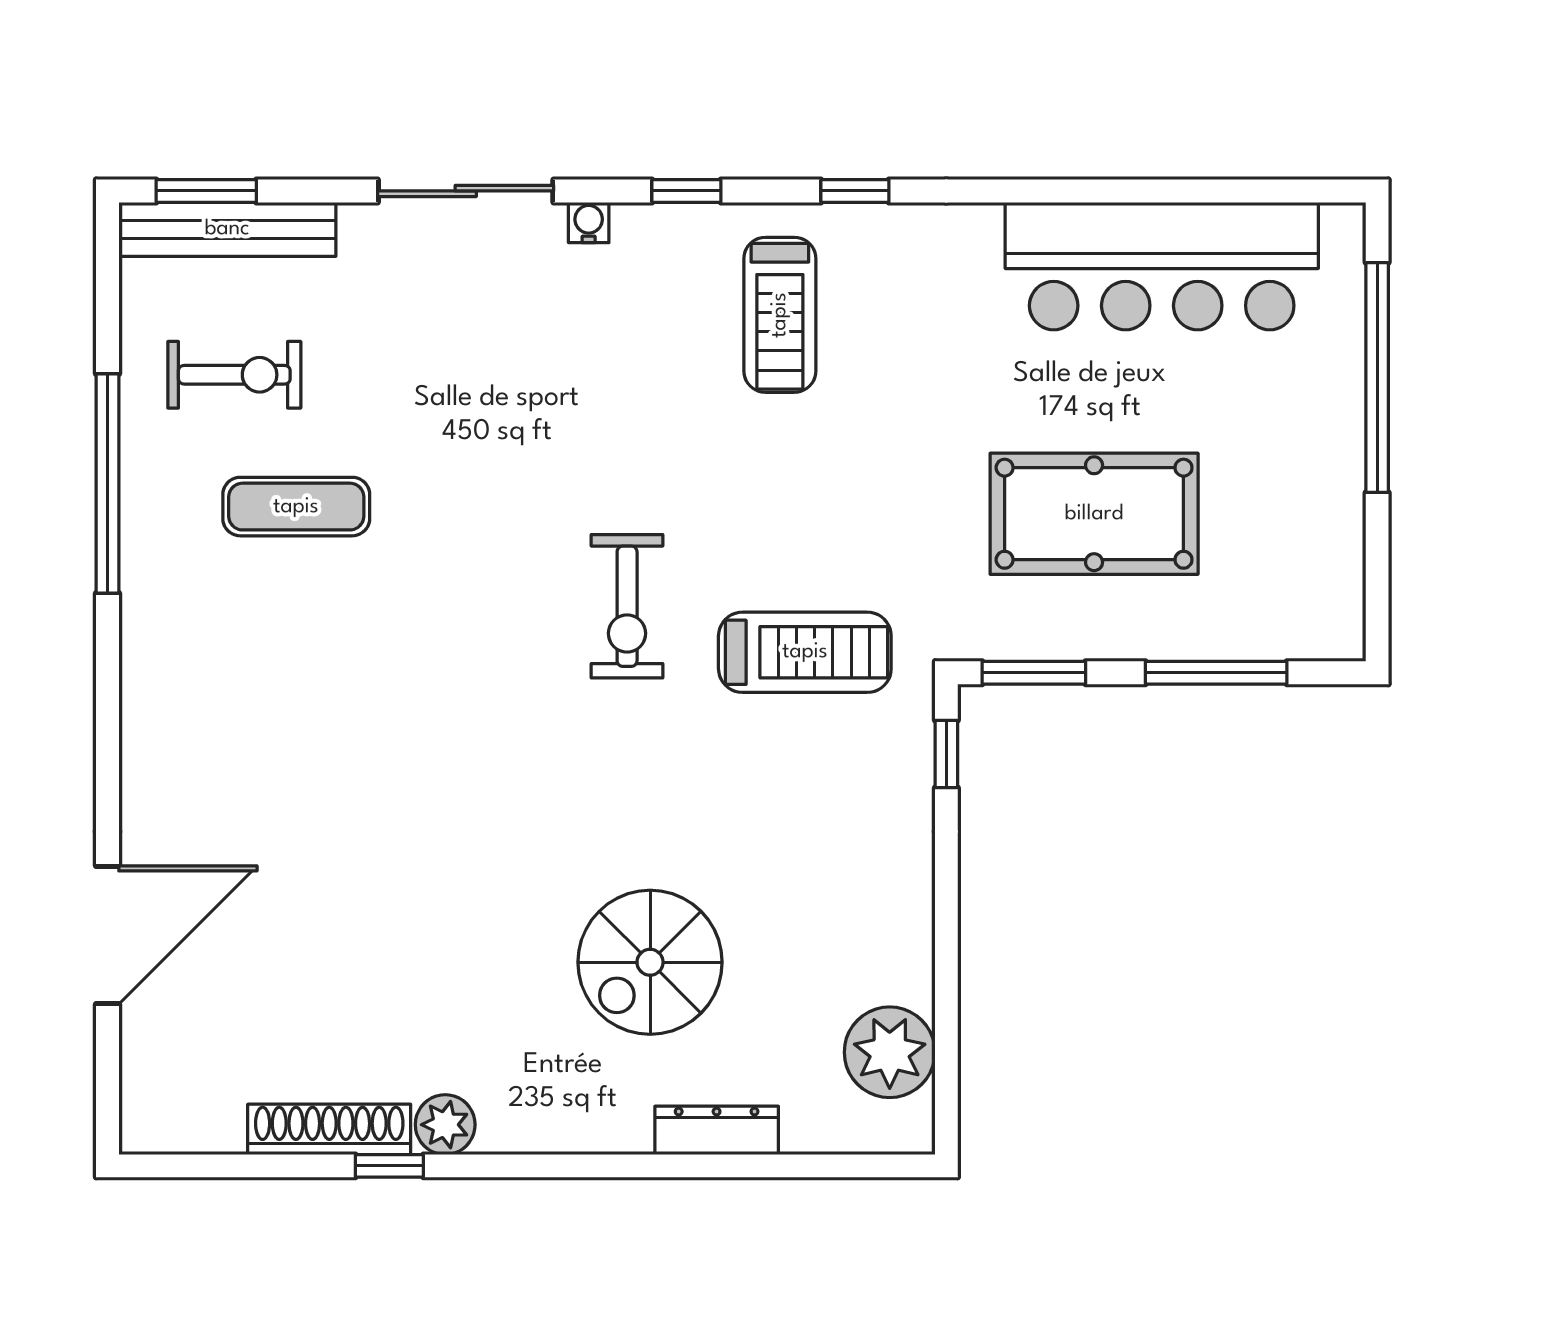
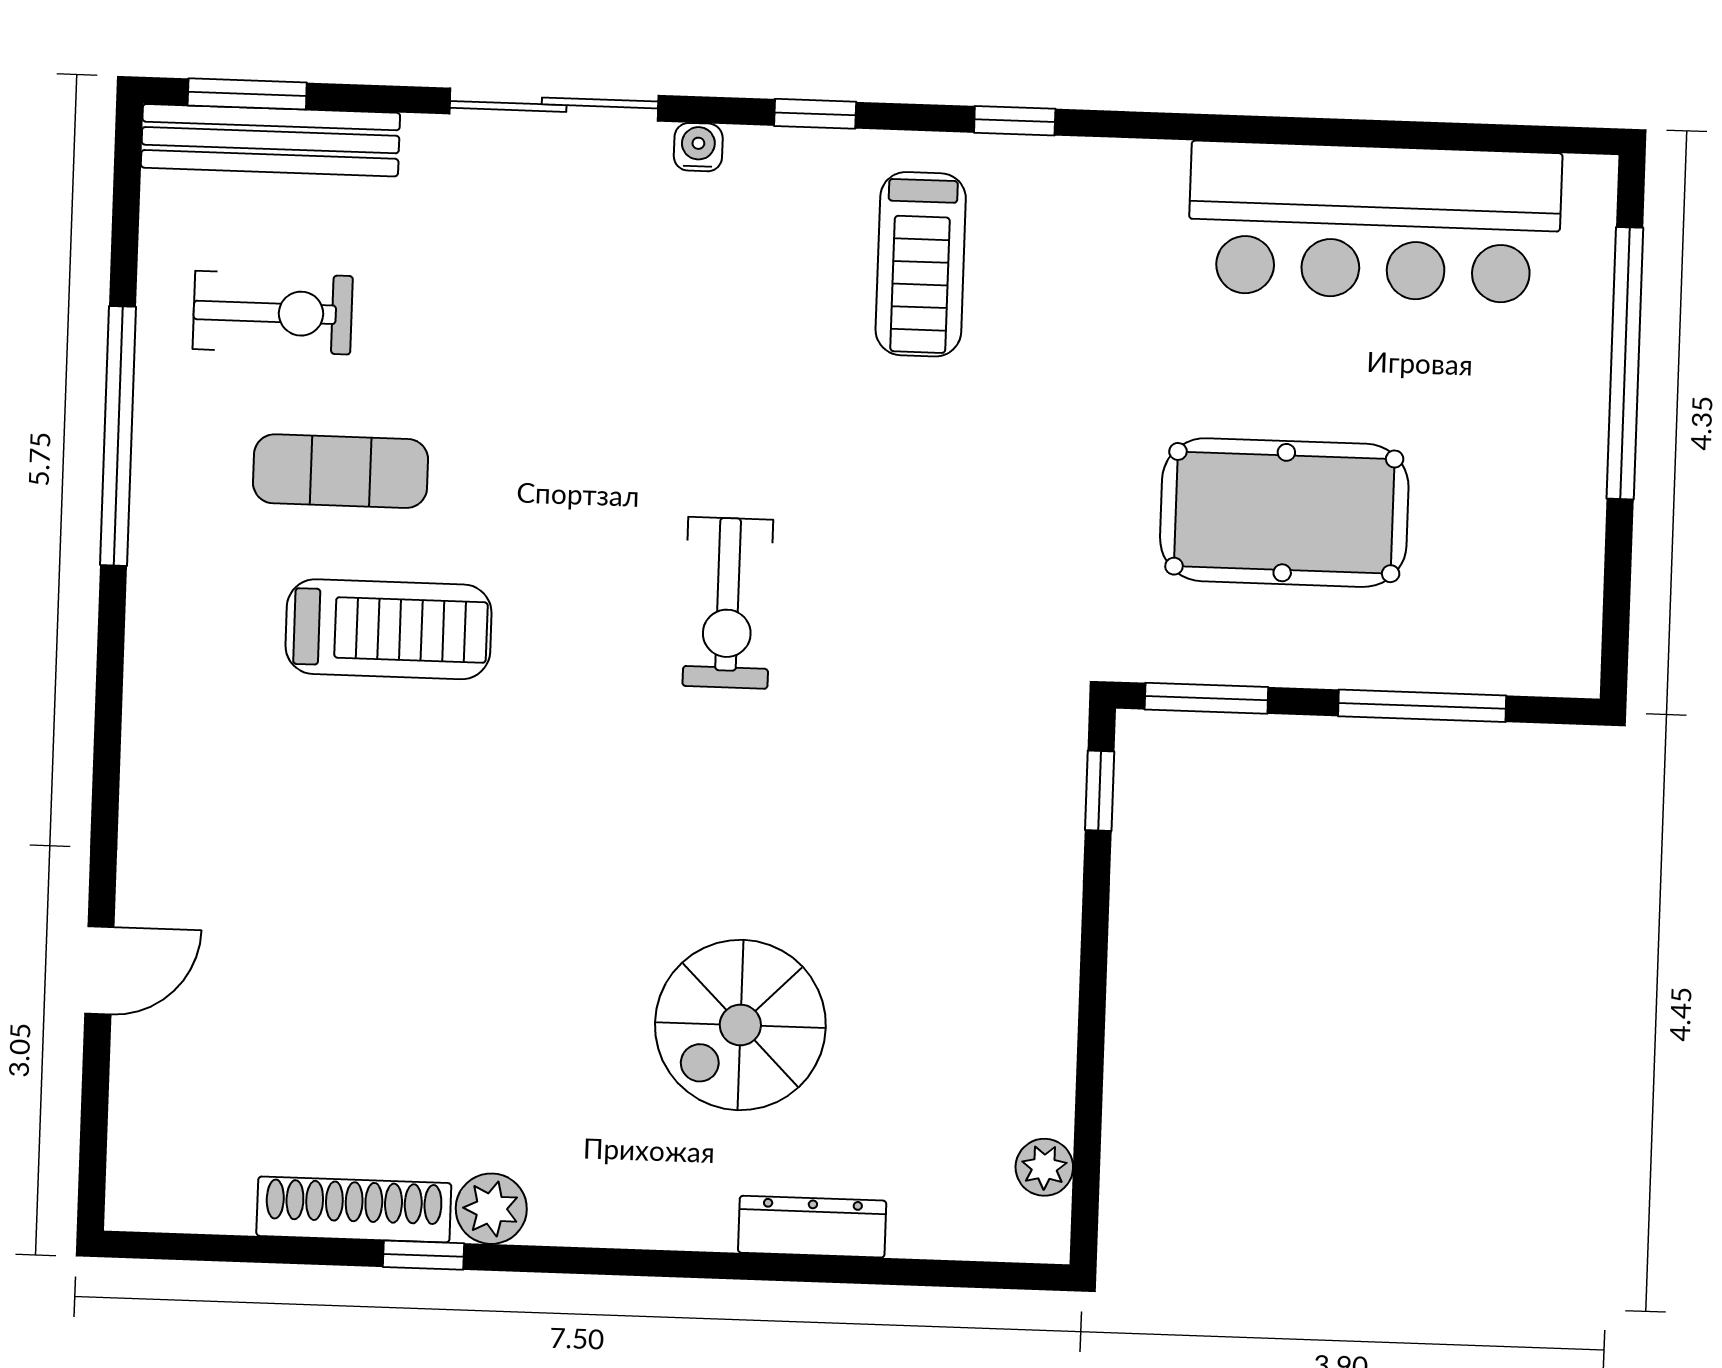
treadmill: (805, 652) -> (388, 629), moved
door: (107, 935) -> (99, 970), width x0.53
plant: (890, 1052) -> (1044, 1167), width x0.53, depth x0.53

